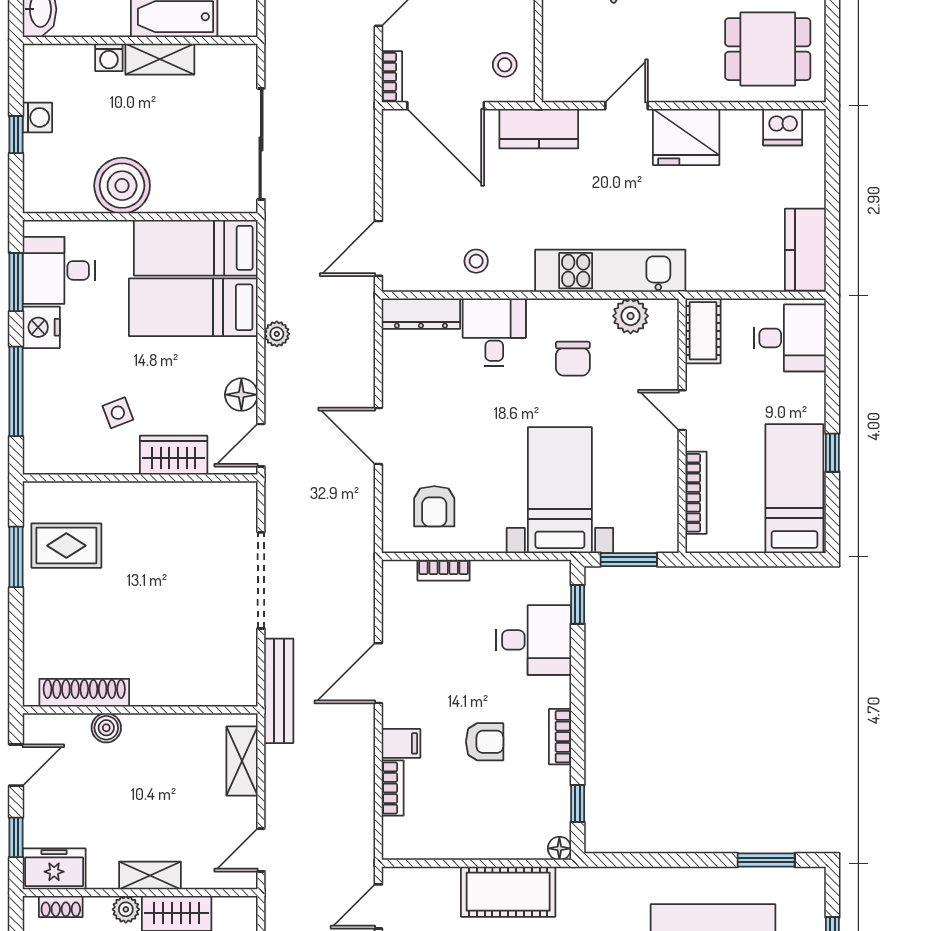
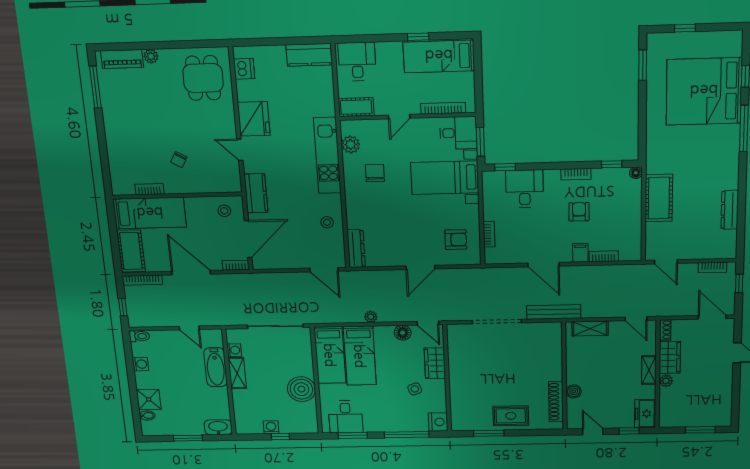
washing machine: (109, 57) -> (234, 350), moved
nightstand: (41, 327) -> (438, 422), moved, turned -90
desk: (494, 332) -> (458, 133), moved, turned 180
chair: (573, 359) -> (375, 173), turned -90
rug: (66, 546) -> (511, 416), moved, turned 90
shoe rack: (61, 907) -> (665, 330), moved

